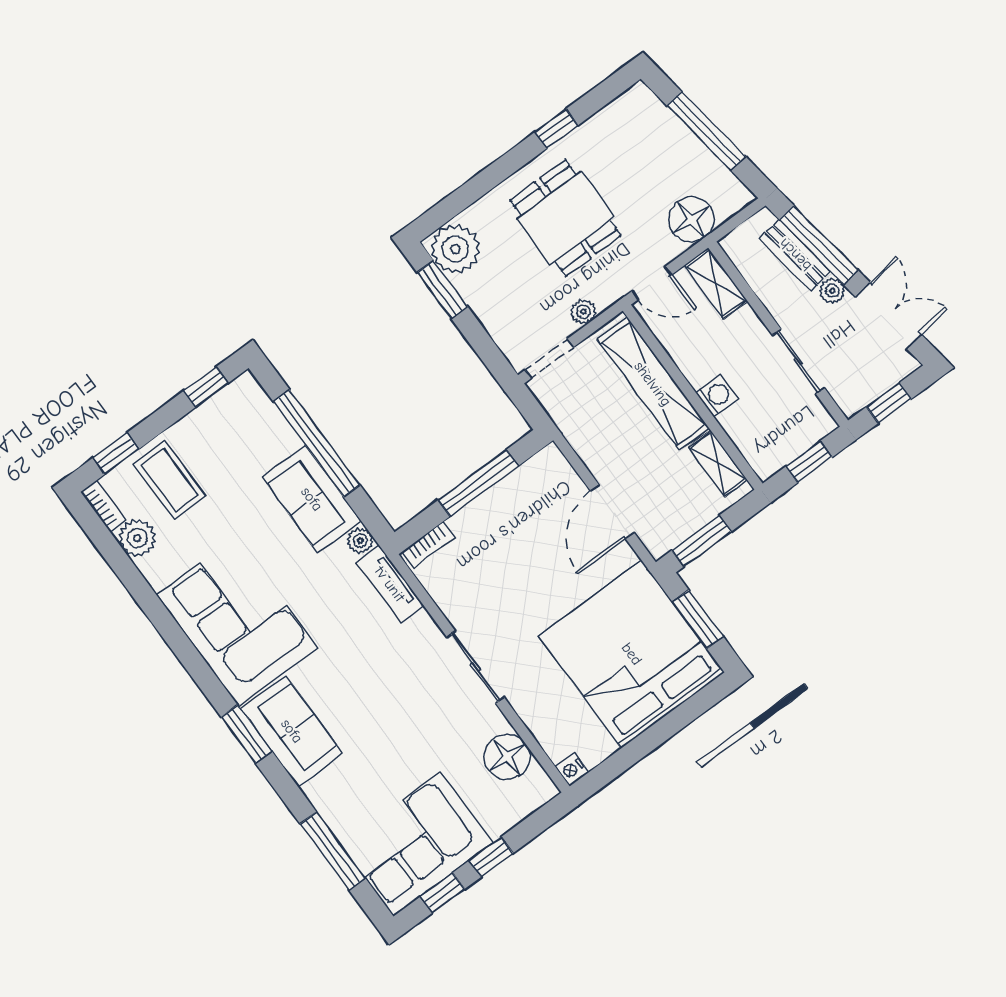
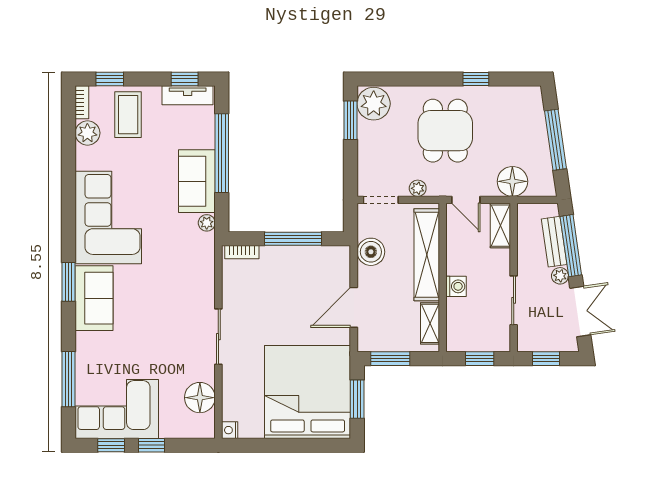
boiler: (584, 430) -> (371, 252), added
tv unit: (390, 584) -> (188, 95), moved, turned -90

